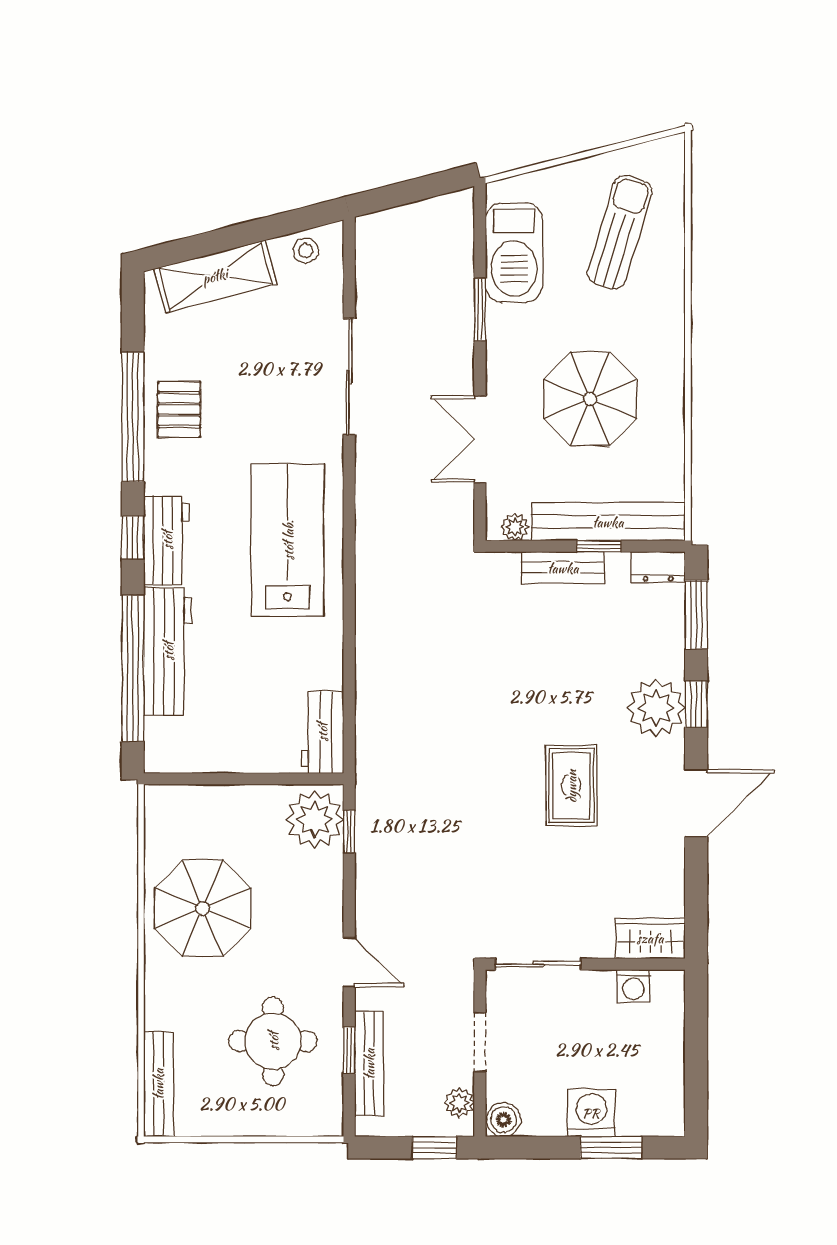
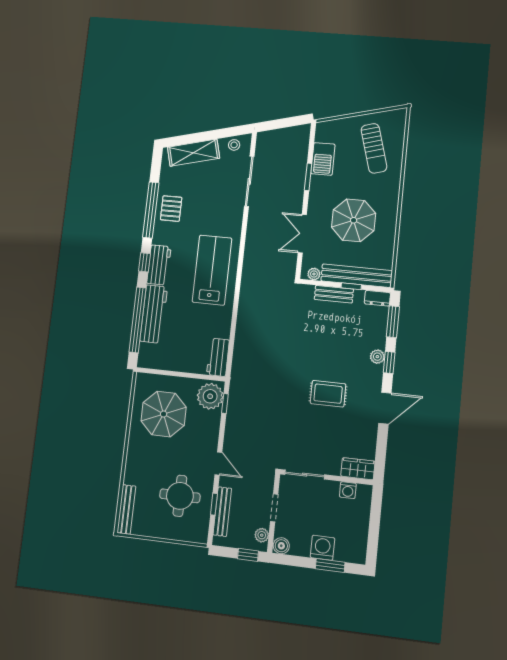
sun lounger: (620, 232) -> (374, 148), turned 147
barbecue: (514, 253) -> (323, 159), width x0.73, depth x0.83
sliding door: (349, 377) -> (249, 181), moved
plant: (656, 708) -> (377, 357), width x0.53, depth x0.53
rug: (571, 786) -> (328, 394), turned 90
parasol: (203, 908) -> (164, 414), moved

